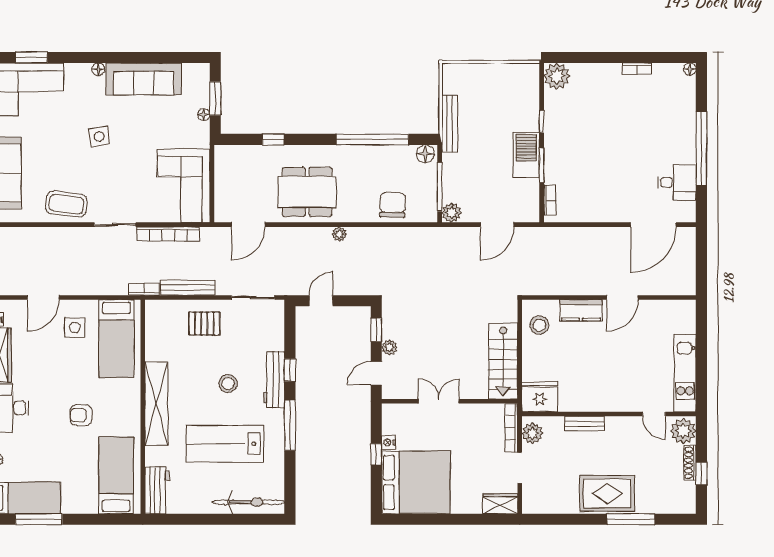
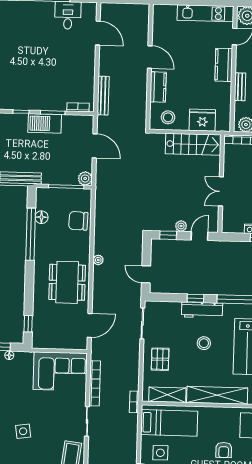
window: (273, 139) -> (28, 324), moved
floor lamp: (425, 154) -> (42, 217), moved
door: (248, 225) -> (90, 325), hinge flipped
door: (653, 225) -> (98, 33), width x0.73
bench: (188, 288) -> (103, 96), moved
shelving: (155, 335) -> (167, 395), added
door: (376, 373) -> (199, 236), swing flipped
fridge: (540, 397) -> (202, 120), moved, turned 90
kitchen counter: (614, 400) -> (224, 65), added

